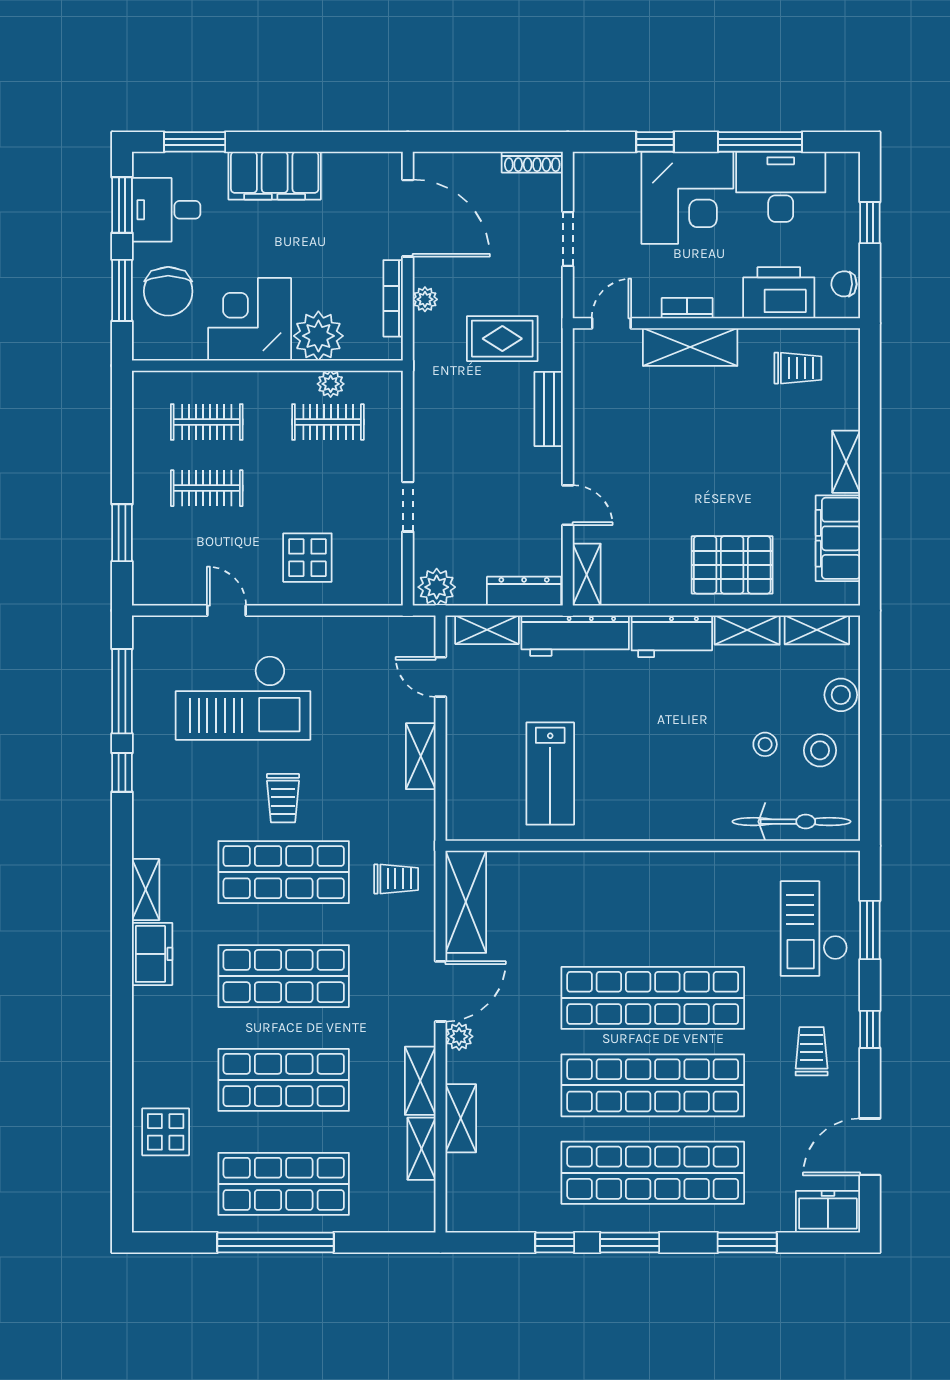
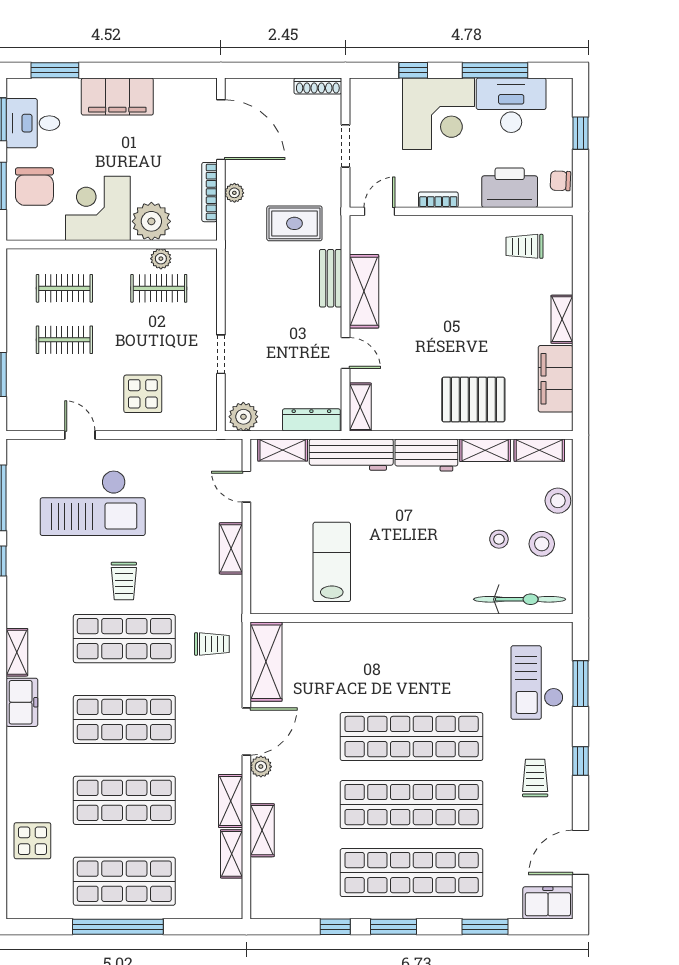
shelving: (690, 347) -> (364, 291), moved, turned 90
trolley: (798, 368) -> (525, 246), turned 180
lab bench: (550, 774) -> (332, 562), turned 180

